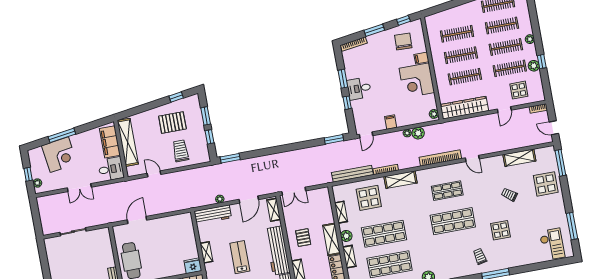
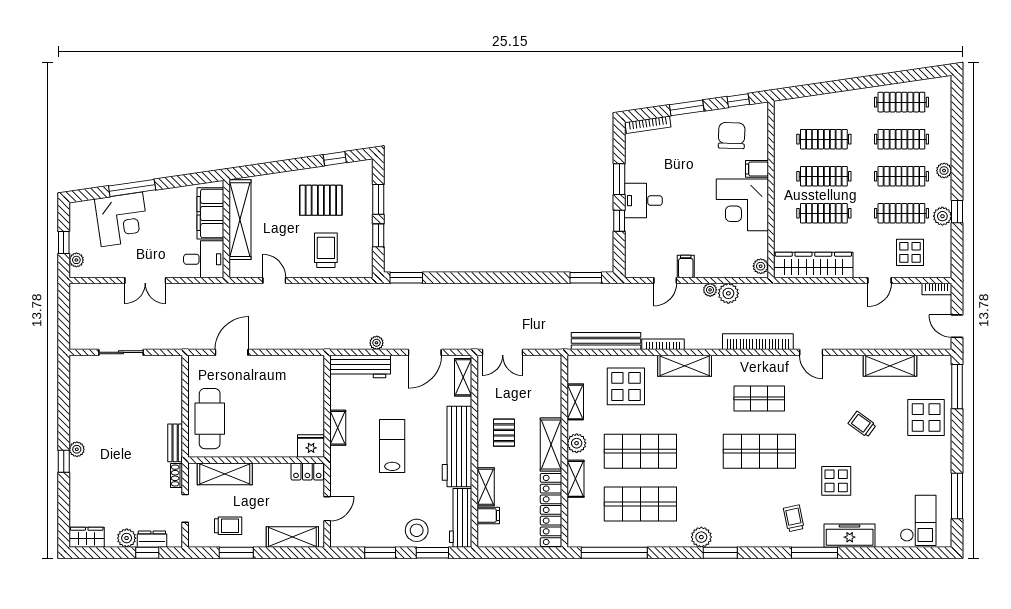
door: (366, 135) -> (665, 280), moved
freezer: (514, 260) -> (850, 536), added

